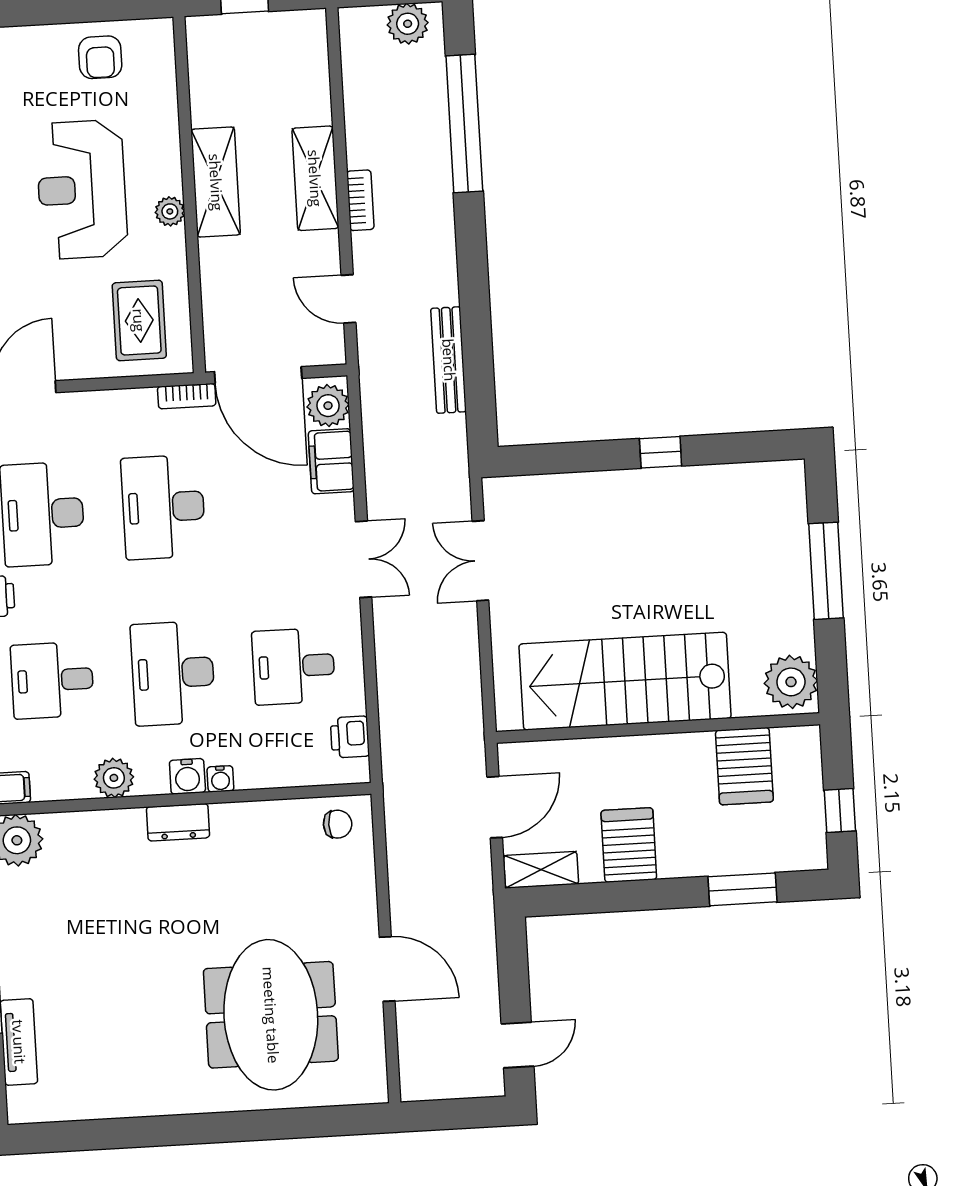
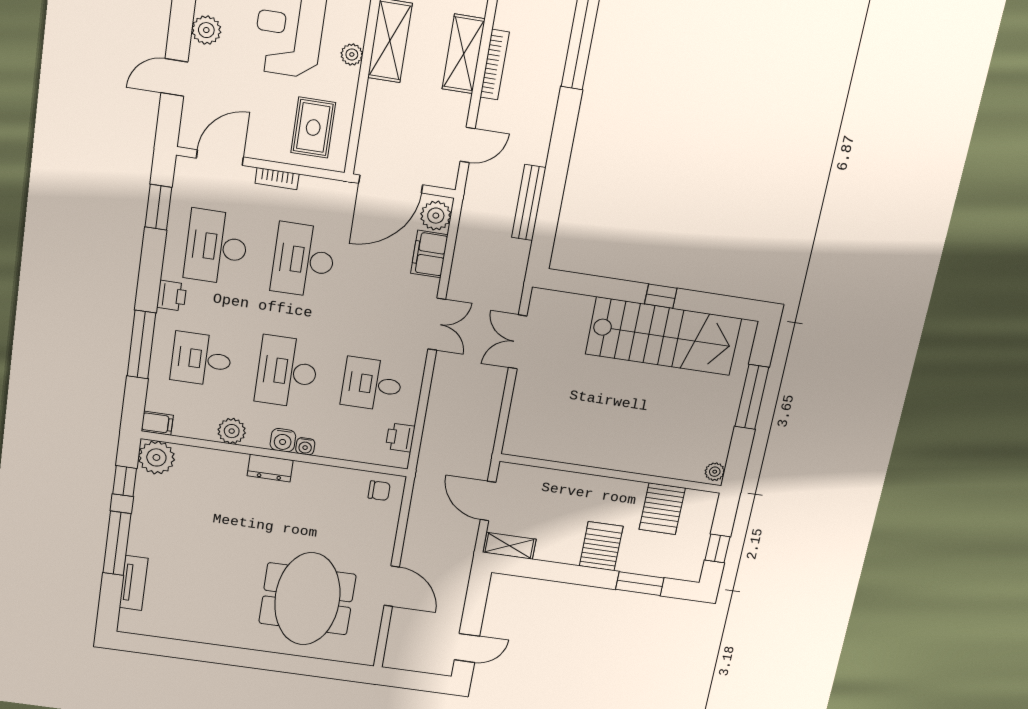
bookcase: (360, 200) -> (495, 65), width x1.56
door: (348, 299) -> (468, 145), swing flipped
door: (258, 375) -> (391, 184), hinge flipped
bookcase: (187, 396) -> (277, 179), moved
stairs: (625, 681) -> (663, 336), moved, turned 180
plant: (791, 682) -> (715, 472), width x0.53, depth x0.53
door: (495, 807) -> (488, 501), swing flipped
server rack: (629, 845) -> (601, 546), moved

